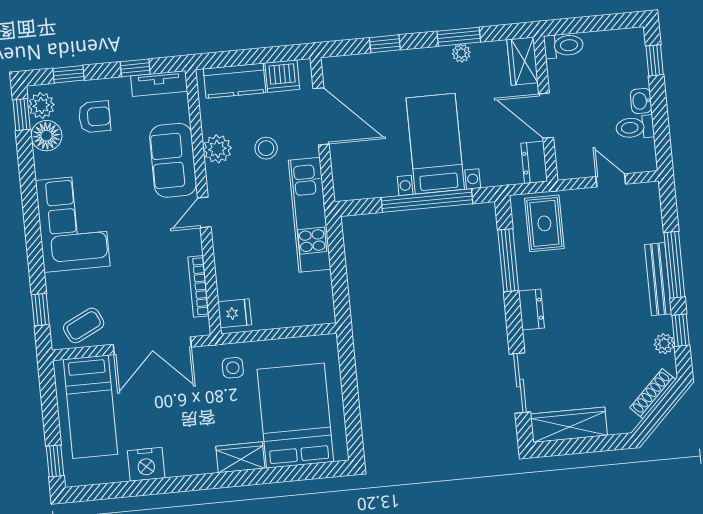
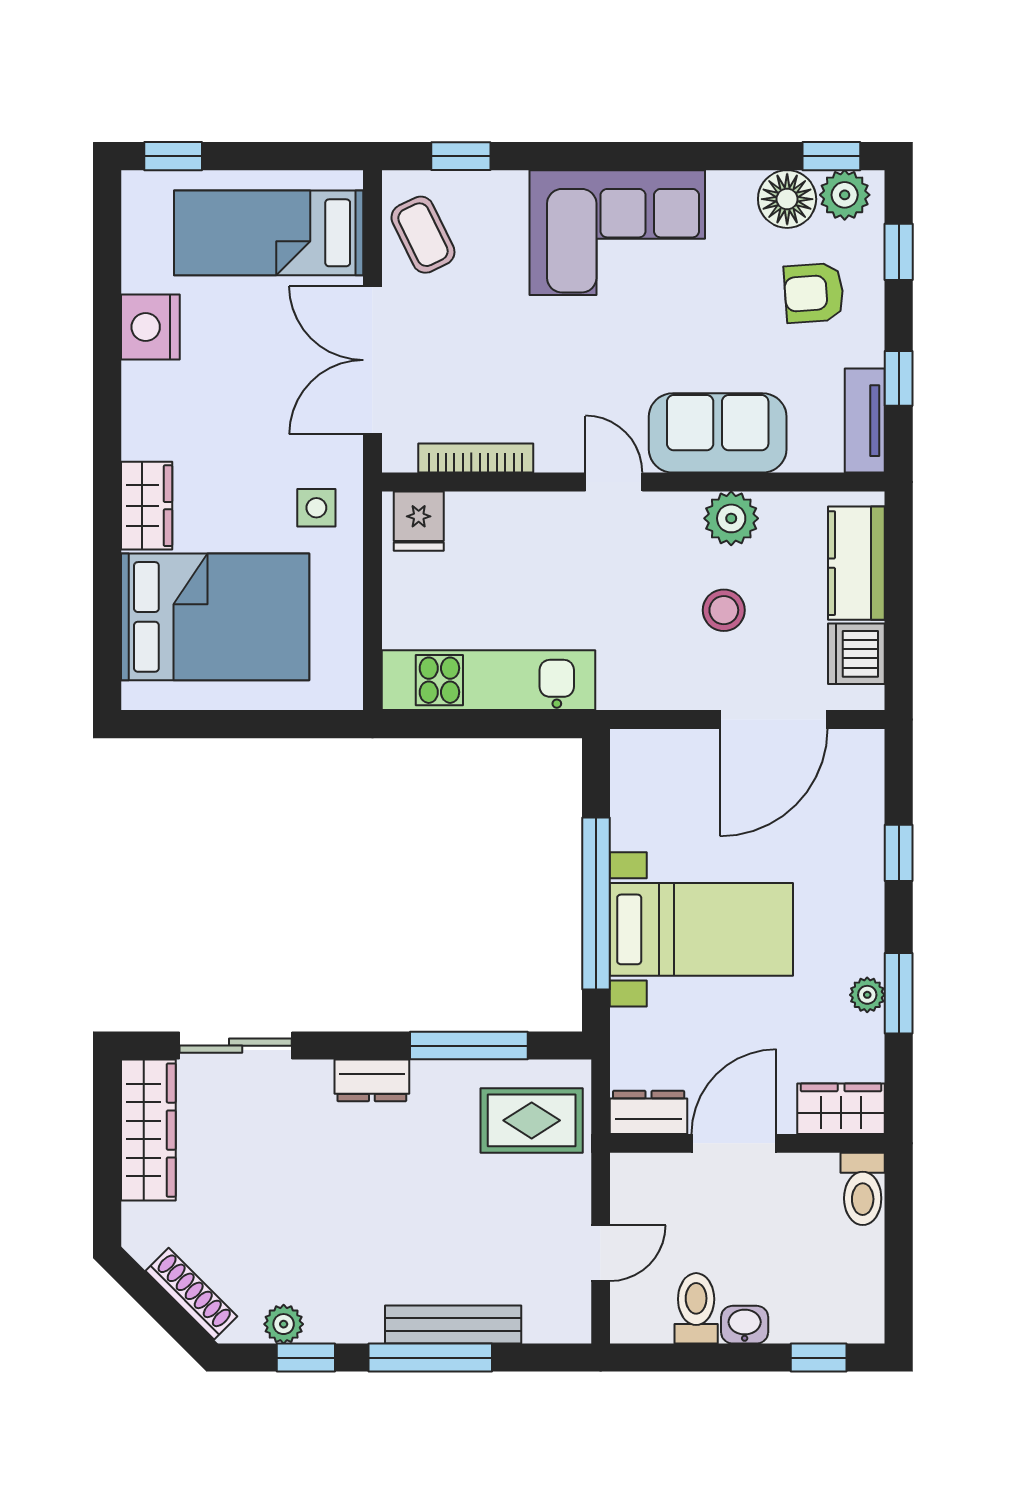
armchair: (95, 117) -> (814, 293), turned 86
kitchen unit: (310, 215) -> (489, 680), moved
bench: (658, 279) -> (453, 1325), moved

